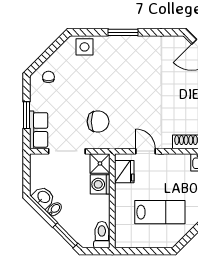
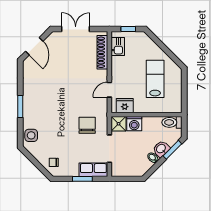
washbasin: (43, 197) -> (161, 149), moved

